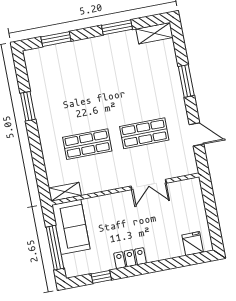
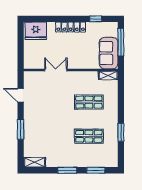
window: (117, 27) -> (67, 170), moved
shop shelf: (144, 133) -> (89, 136), moved
fridge: (193, 244) -> (36, 31), width x1.88, depth x1.34
locker: (130, 258) -> (71, 27), width x1.53

